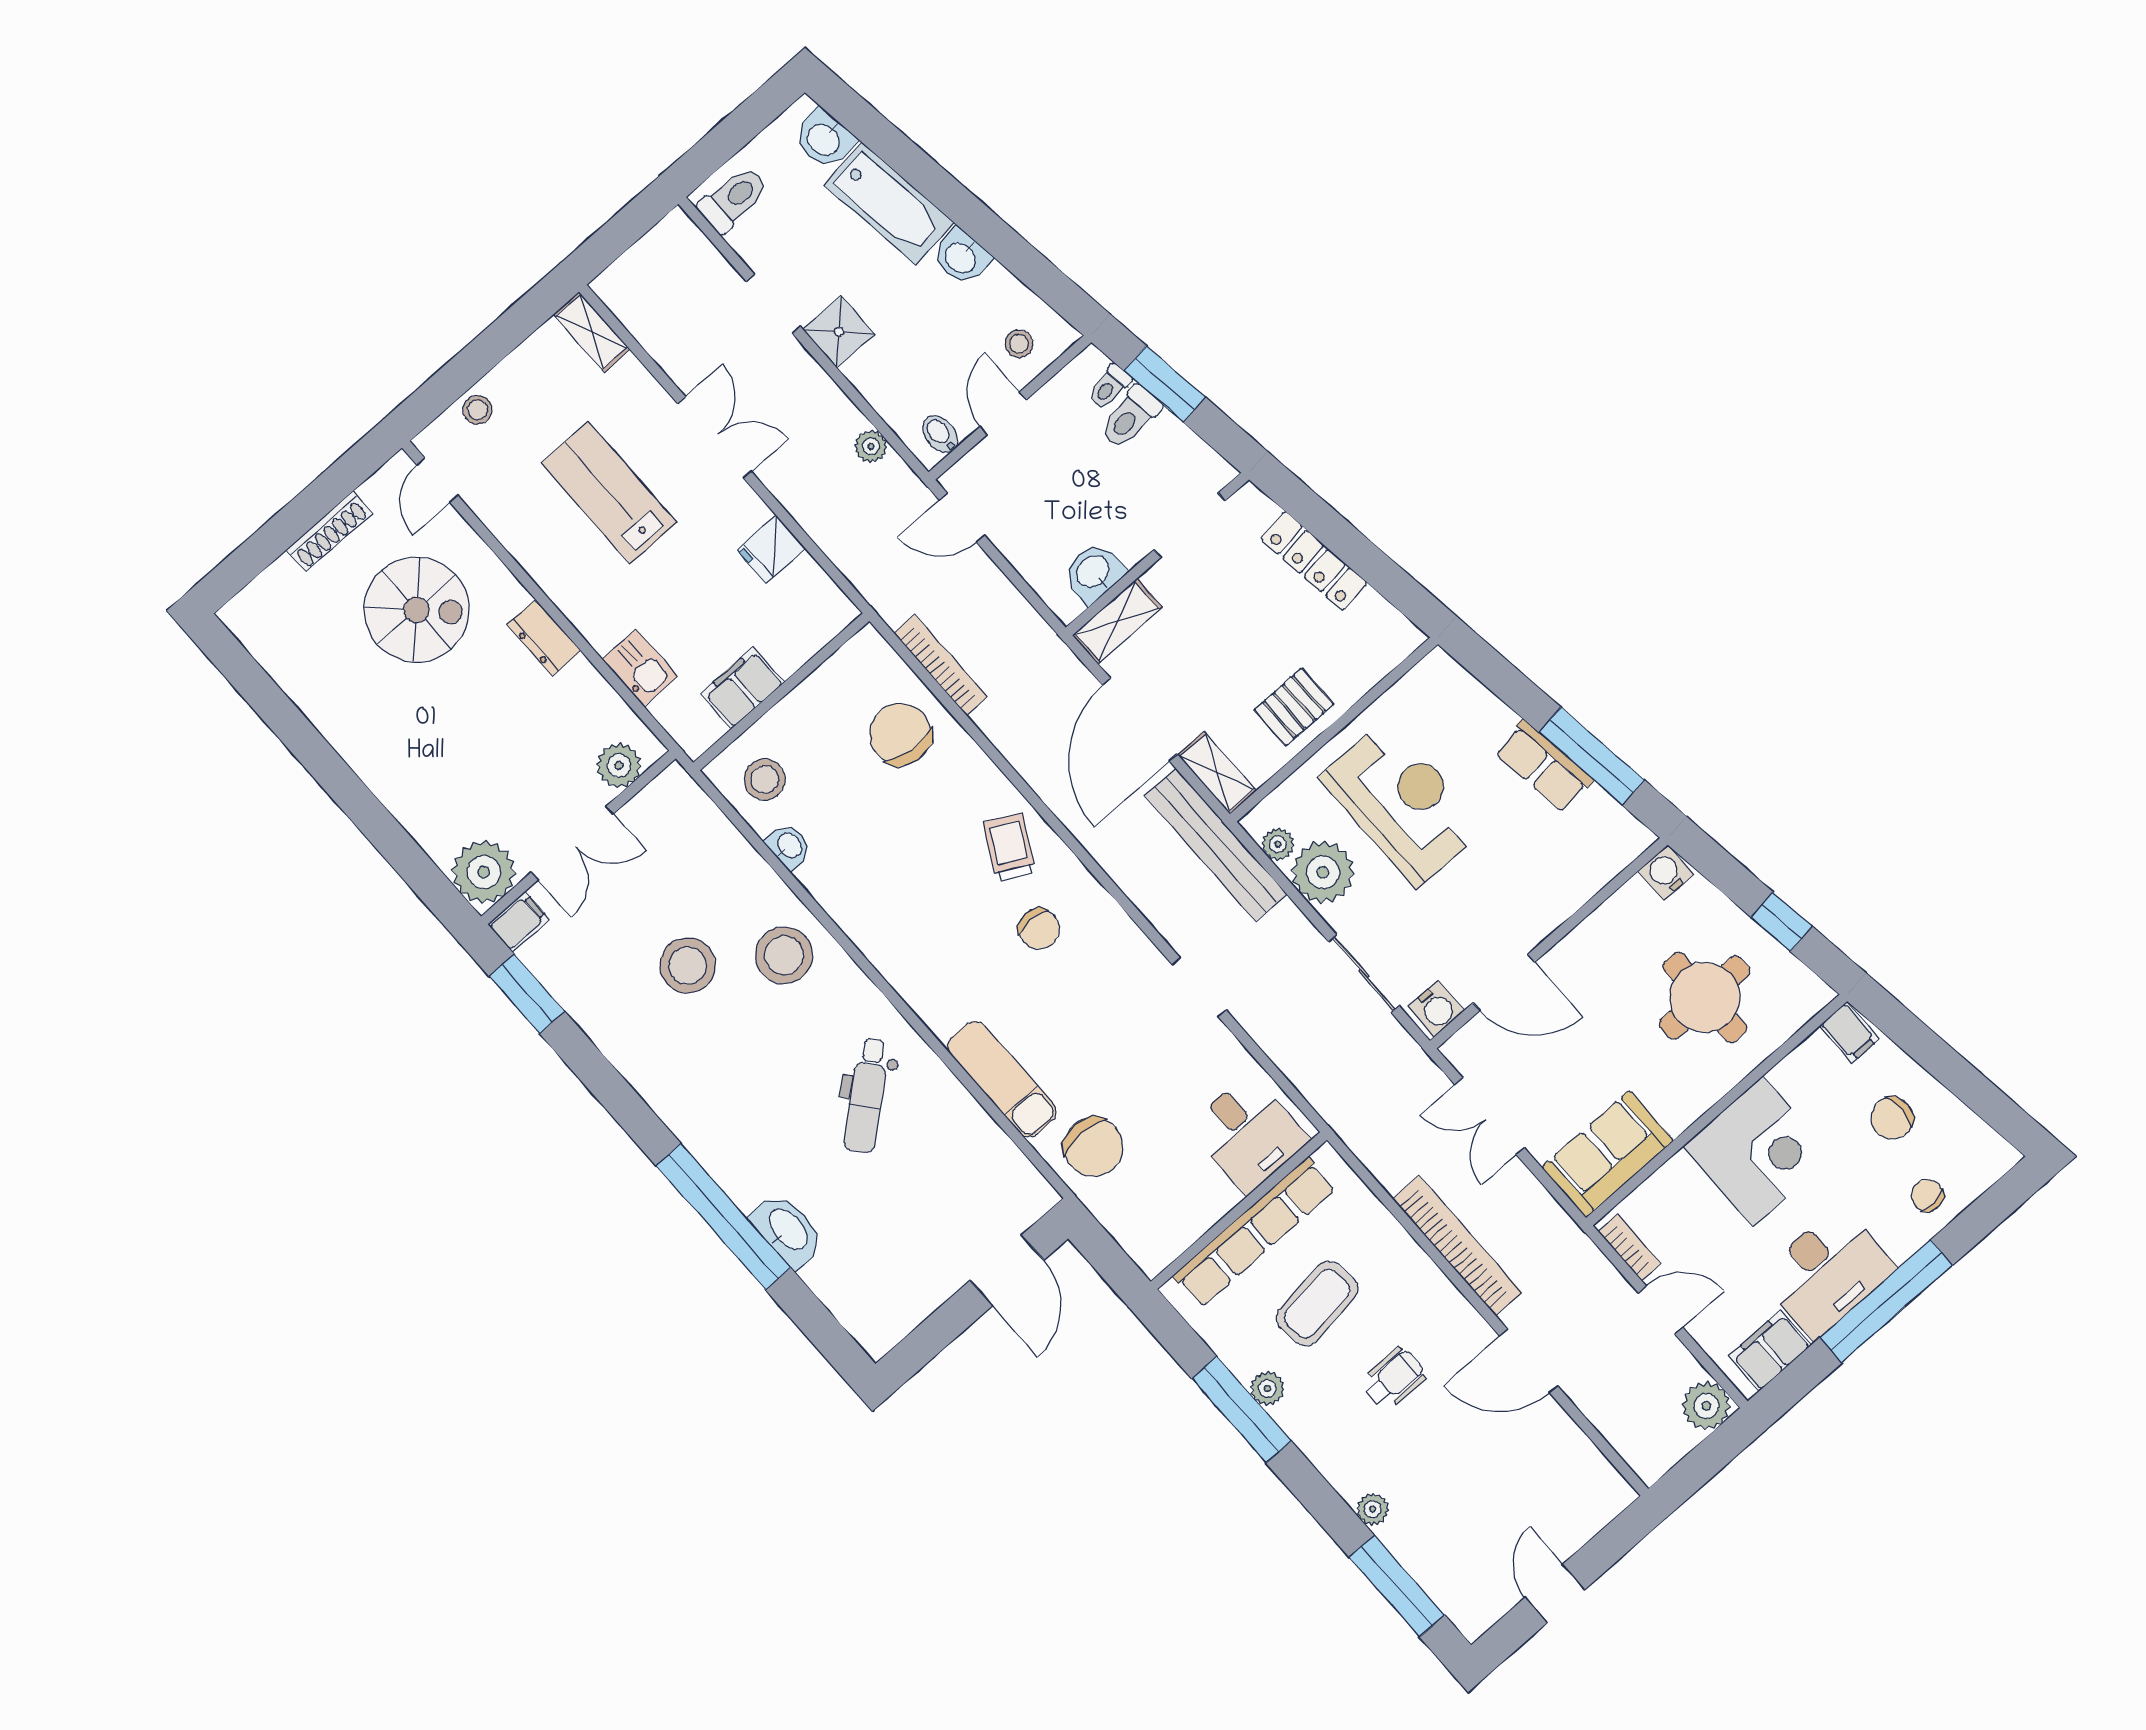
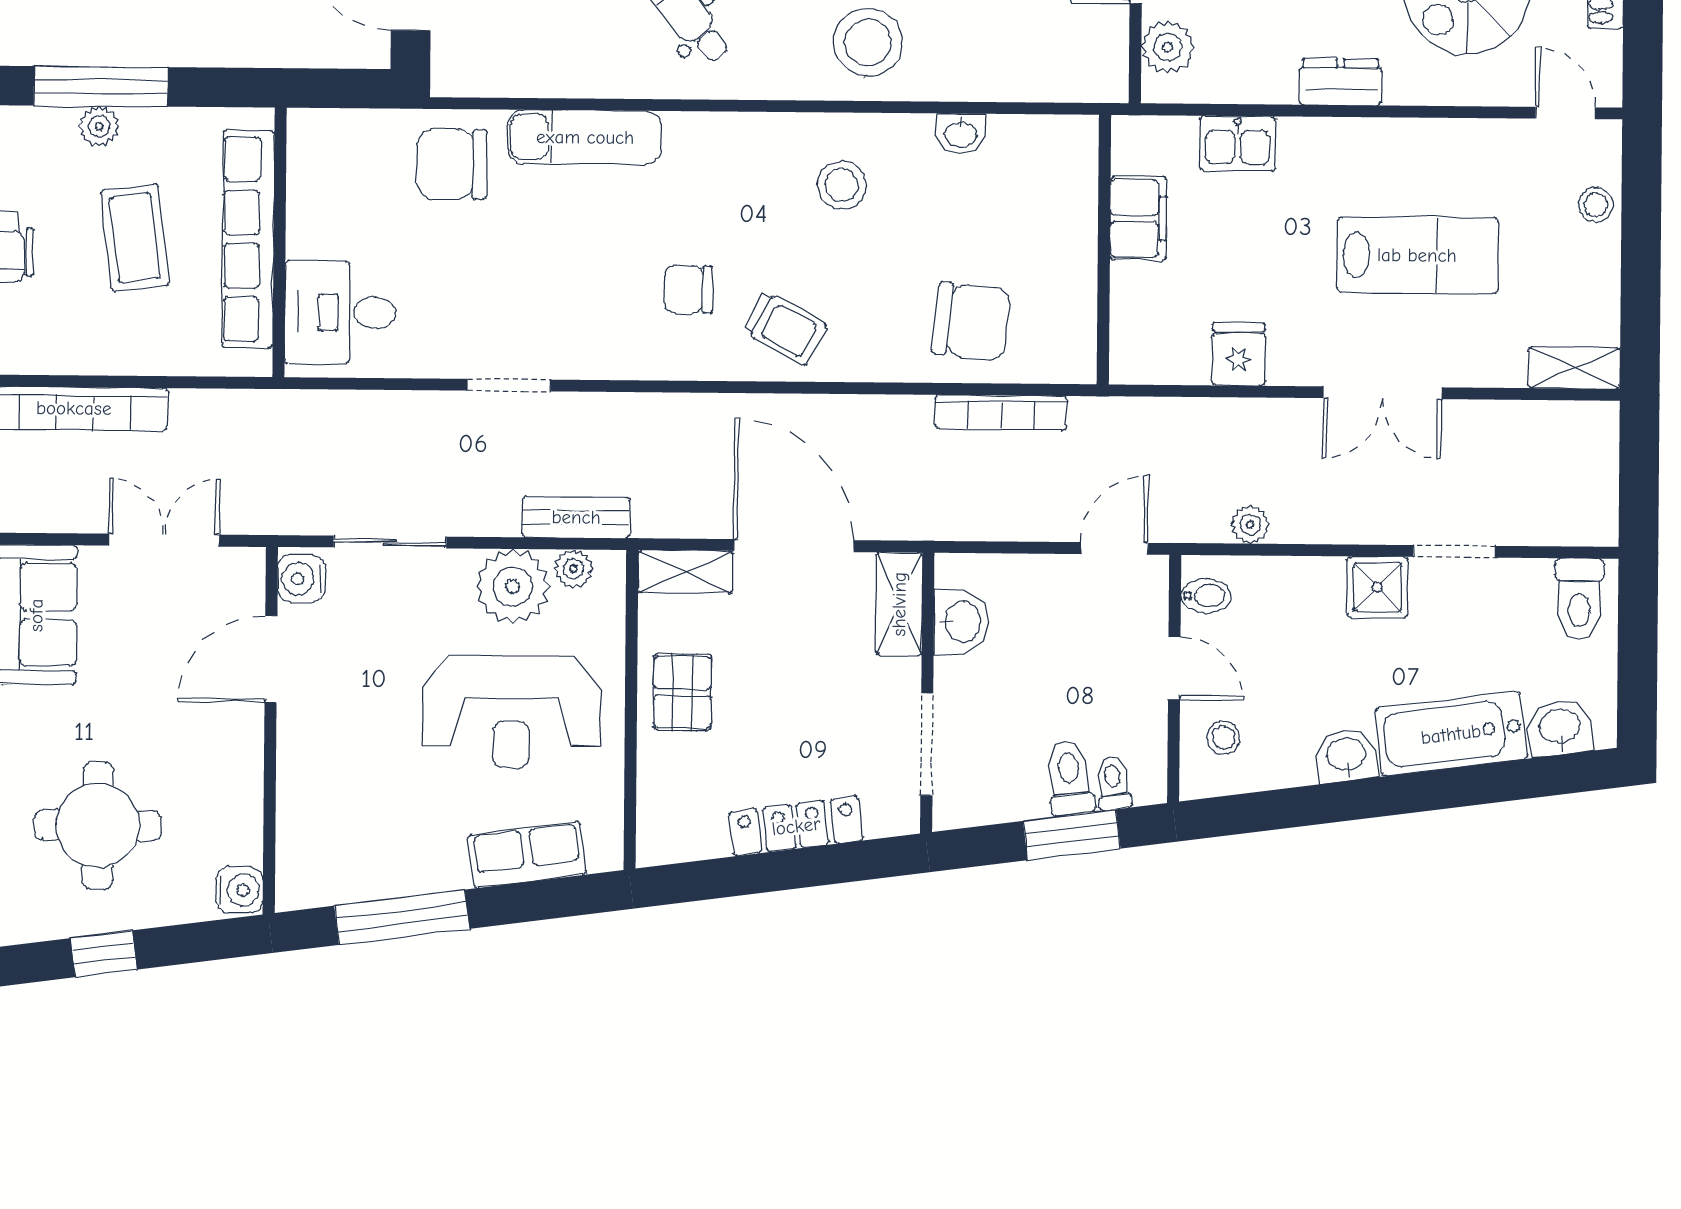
row of seats: (1544, 766) -> (527, 855), moved
stool: (765, 779) -> (842, 185), moved
bench: (1216, 845) -> (576, 517), width x0.54, depth x0.82

